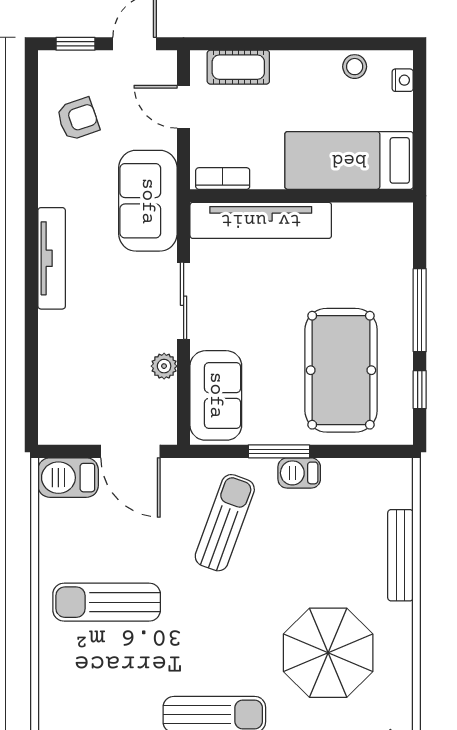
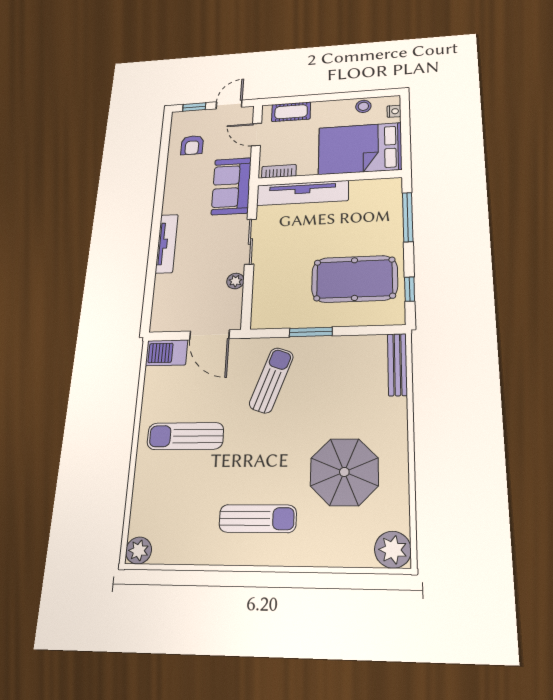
armchair: (78, 119) -> (192, 145), turned 109
bed: (349, 160) -> (360, 149), width x1.50
tv unit: (52, 258) -> (167, 244), moved
window: (420, 310) -> (408, 217), moved
pool table: (341, 370) -> (354, 279), turned 90
sofa: (216, 395) -> (269, 298), removed
barbecue: (299, 473) -> (325, 346), removed
bench: (400, 555) -> (397, 364), moved

